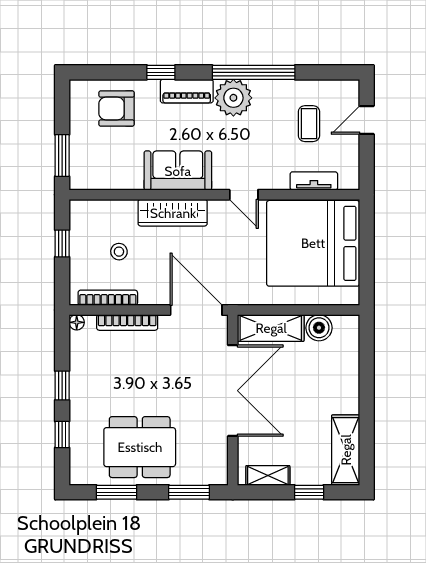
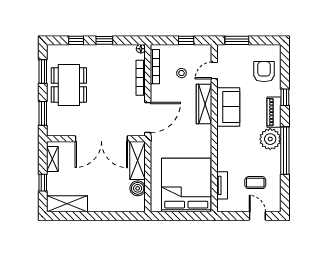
door: (244, 195) -> (214, 71), moved

